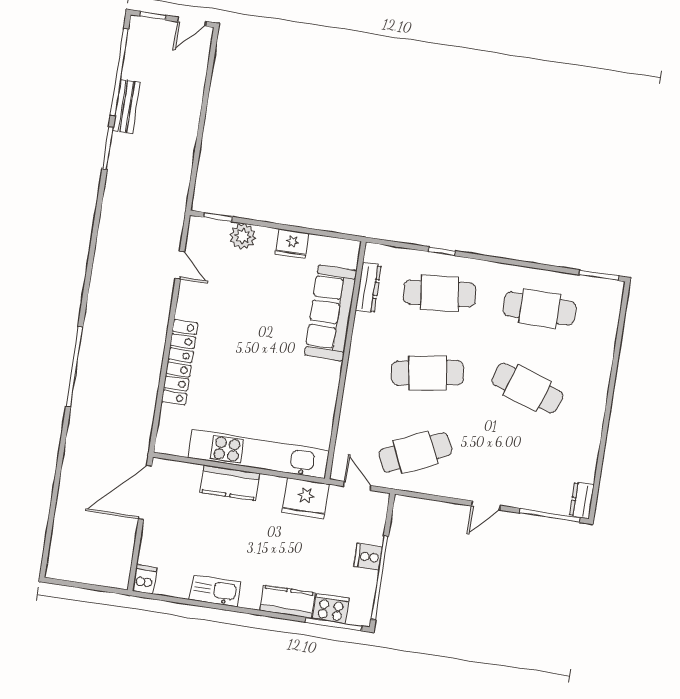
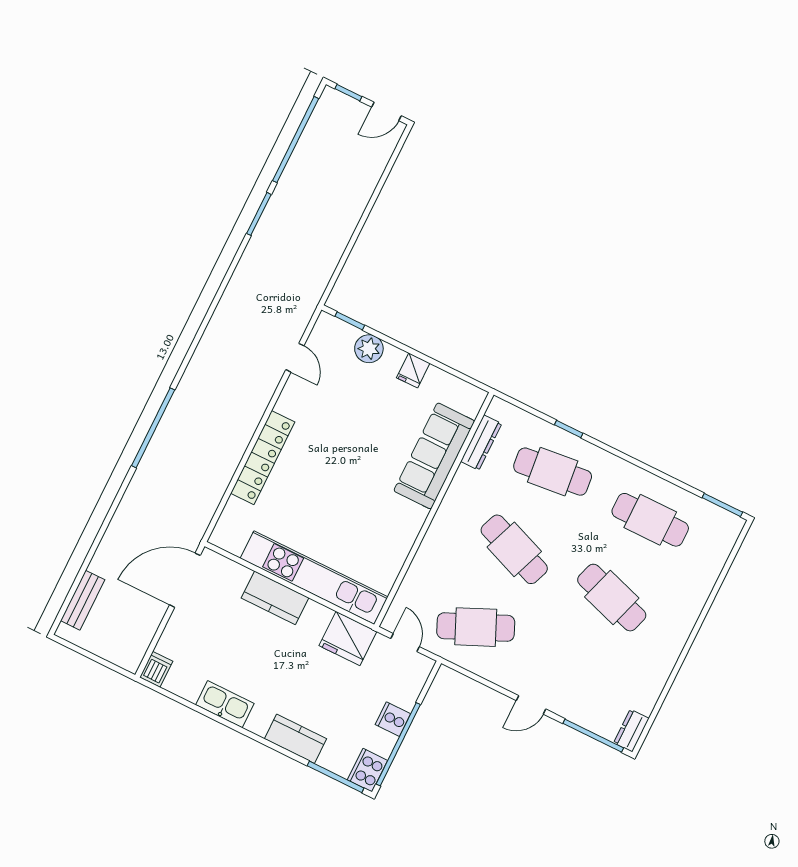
bench: (127, 106) -> (83, 600), moved
fridge: (292, 244) -> (413, 370), width x0.72
cafe table: (427, 373) -> (514, 549), turned 30
cooker: (331, 609) -> (367, 770), moved, turned -90

